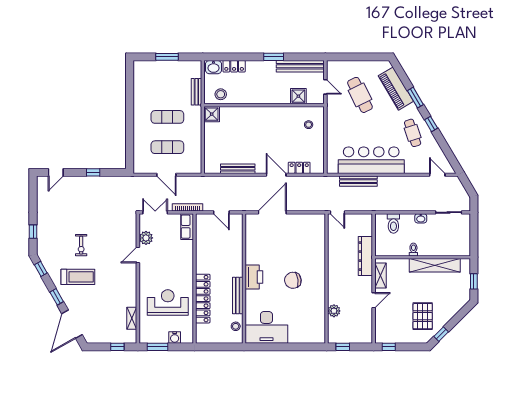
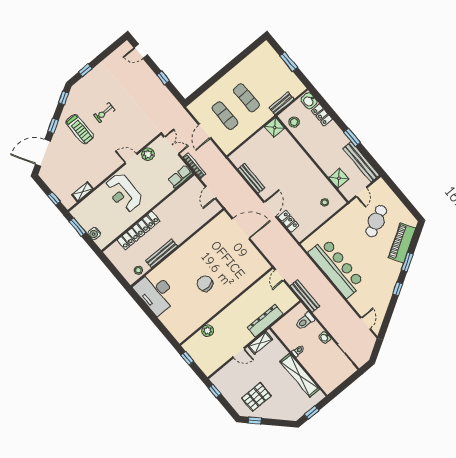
cafe table: (413, 133) -> (380, 281), removed
bench: (358, 181) -> (305, 296), moved
printer: (254, 277) -> (184, 254), removed
reception desk: (168, 302) -> (123, 193), moved, turned 180

